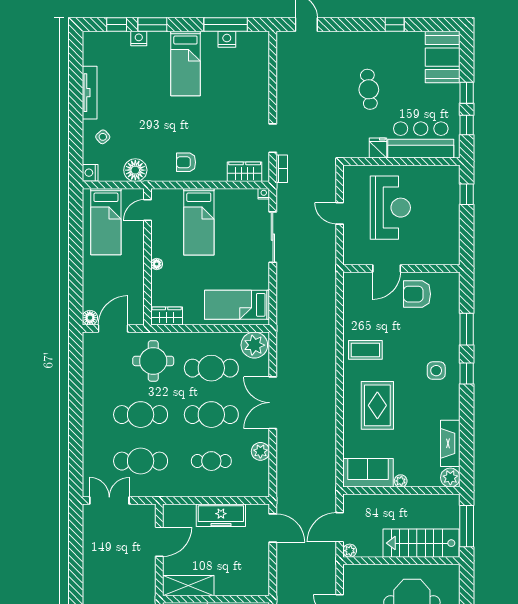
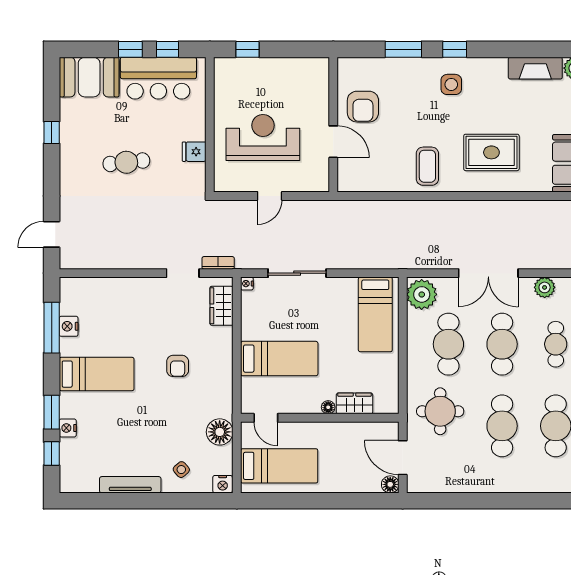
bar counter: (421, 140) -> (158, 78), moved, turned -90
armchair: (186, 162) -> (178, 366), moved
wardrobe: (167, 316) -> (355, 403), moved, turned 90

